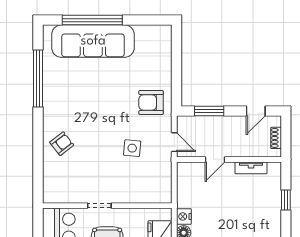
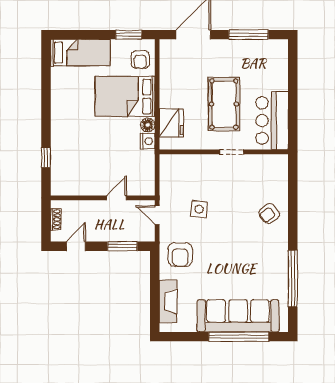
fireplace: (163, 56) -> (168, 301), added
armchair: (151, 103) -> (180, 255), turned 90
tv unit: (251, 168) -> (81, 190), removed

